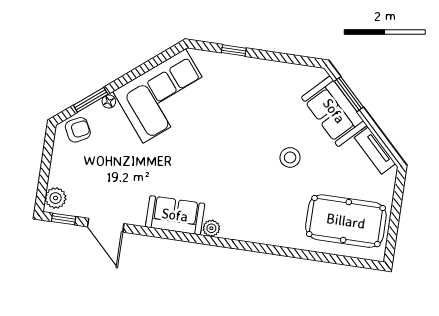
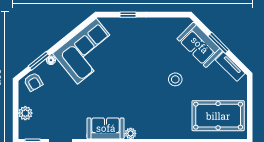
window: (349, 94) -> (219, 43), moved
armchair: (78, 130) -> (33, 82), turned 87
plant: (56, 198) -> (25, 113), moved

